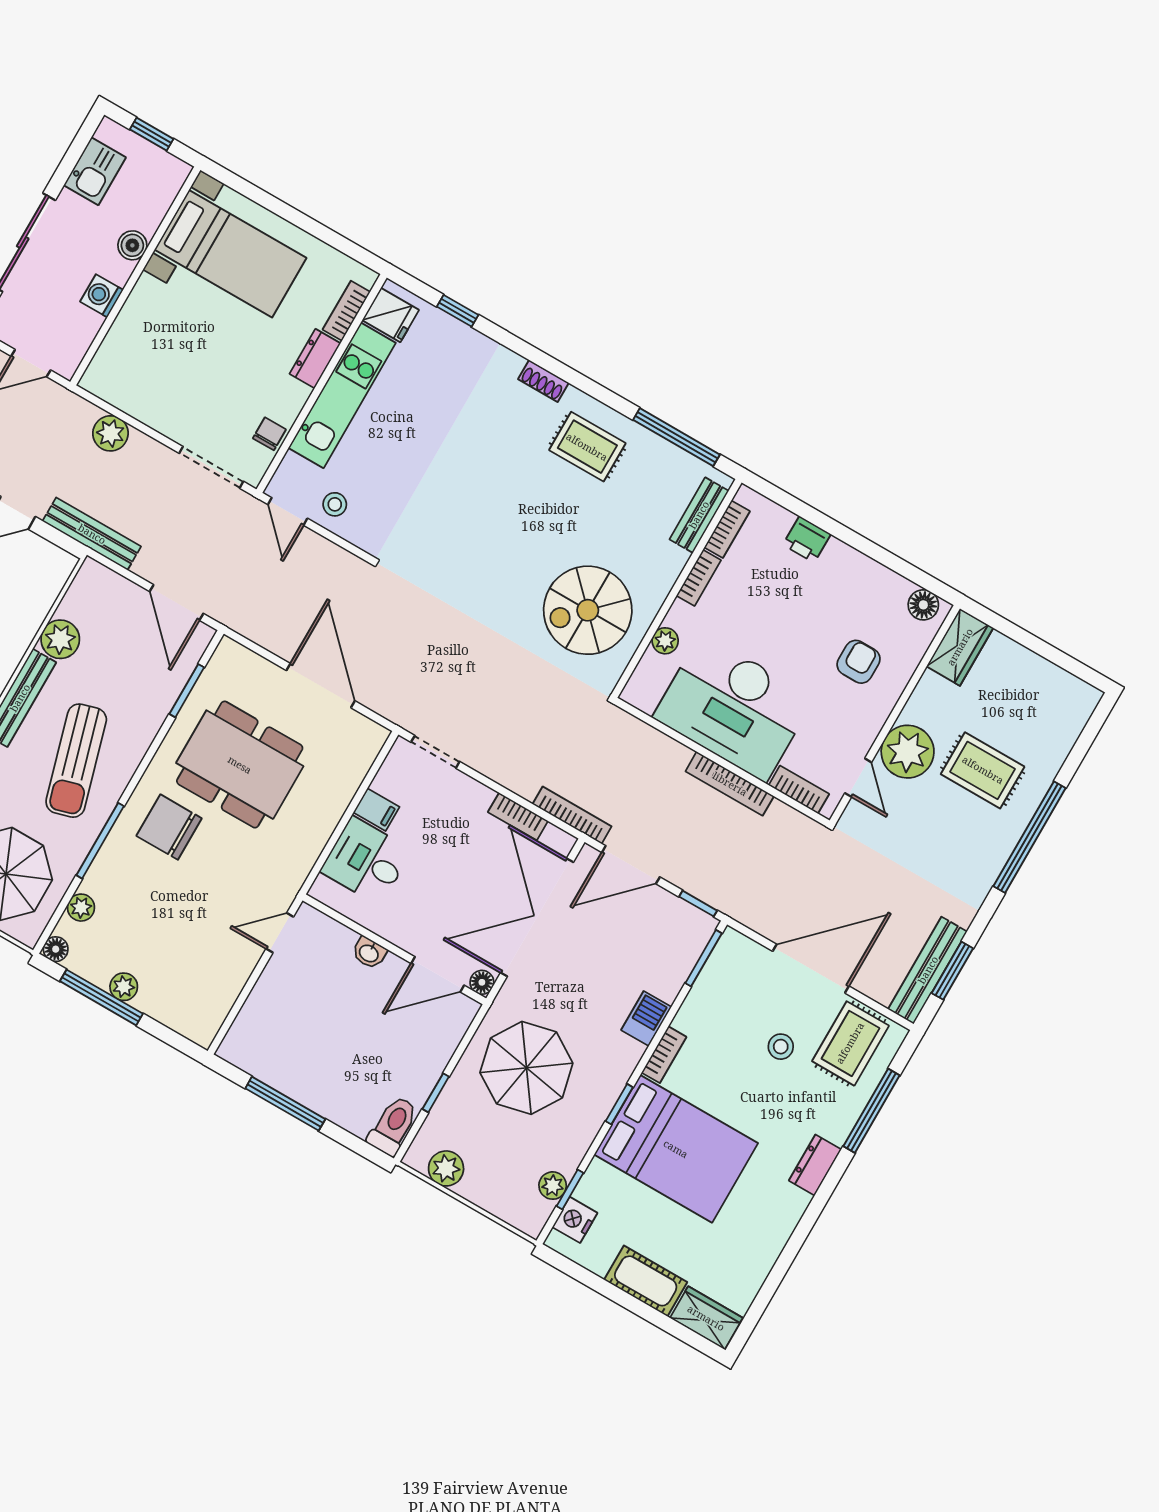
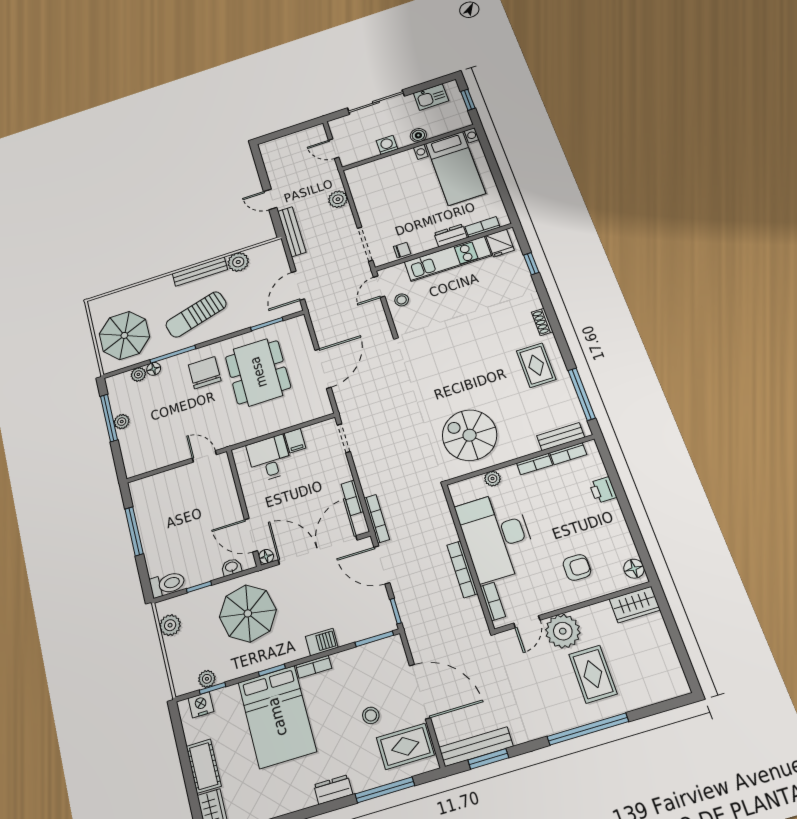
floor lamp: (56, 949) -> (154, 369), moved
washbasin: (369, 953) -> (231, 567), moved, turned 90

